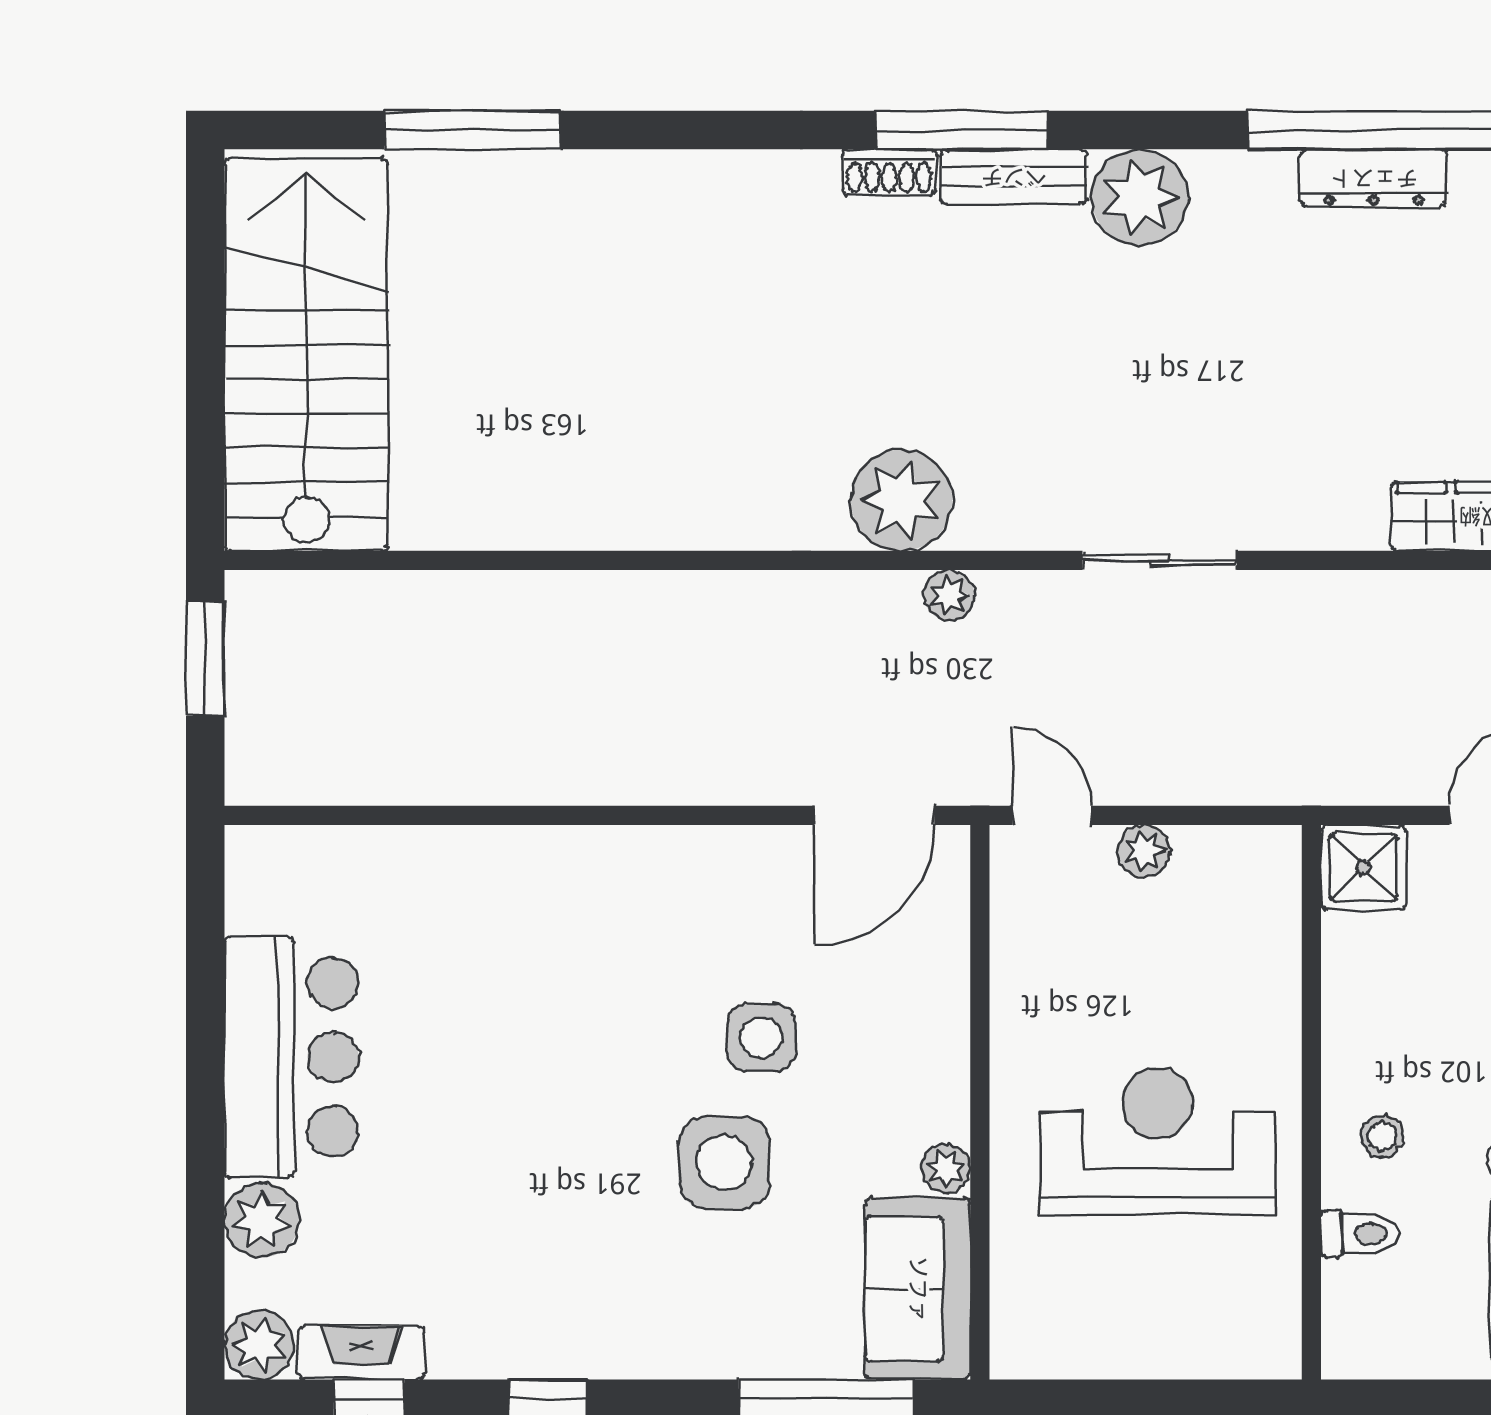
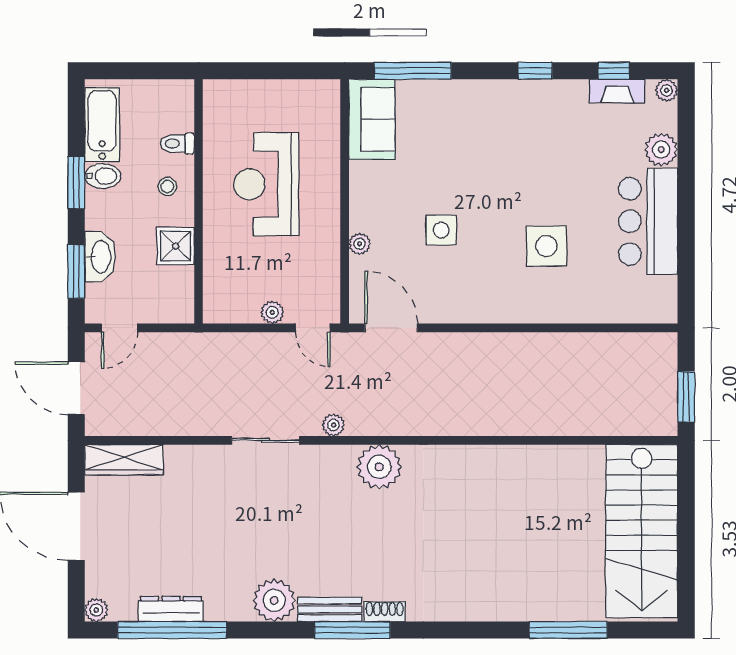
plant: (949, 595) -> (333, 425), moved
door: (874, 815) -> (391, 328), hinge flipped
shower: (1363, 867) -> (176, 246), moved
reception desk: (1157, 1141) -> (266, 184), turned 90
side table: (724, 1163) -> (546, 246), moved
plant: (946, 1168) -> (360, 244), moved
plant: (259, 1345) -> (667, 90), width x0.73, depth x0.73

